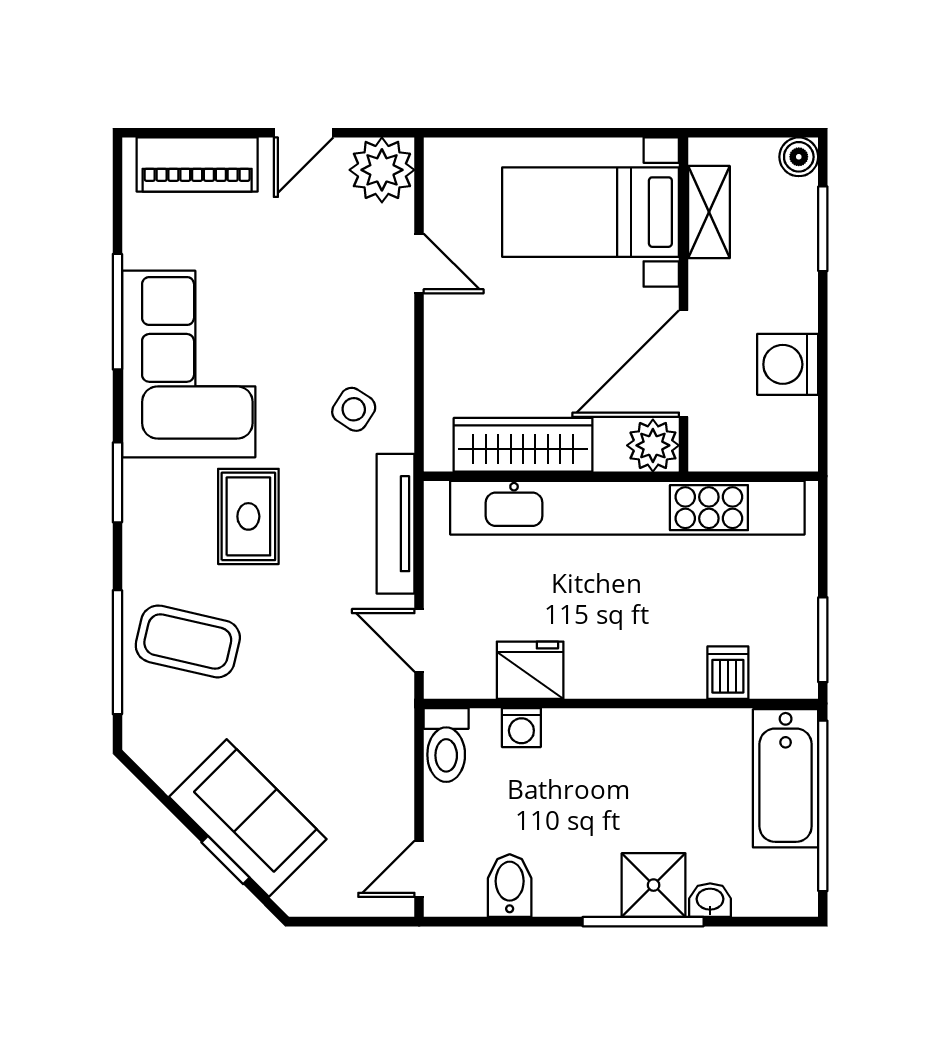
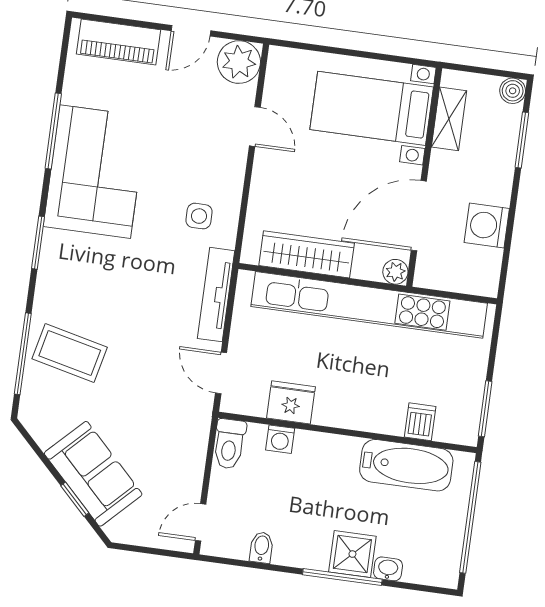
side table: (354, 409) -> (199, 216), turned -33
plant: (653, 445) -> (395, 272), width x0.73, depth x0.73
rug: (248, 516) -> (121, 277), removed
bathtub: (786, 778) -> (406, 465), moved, turned -90
bidet: (510, 886) -> (261, 547), width x0.72, depth x0.74

